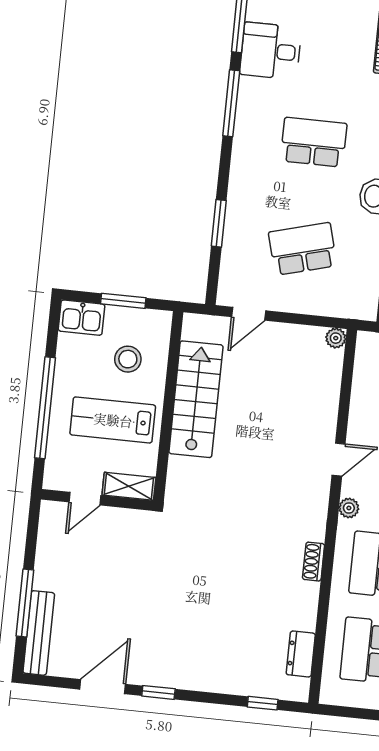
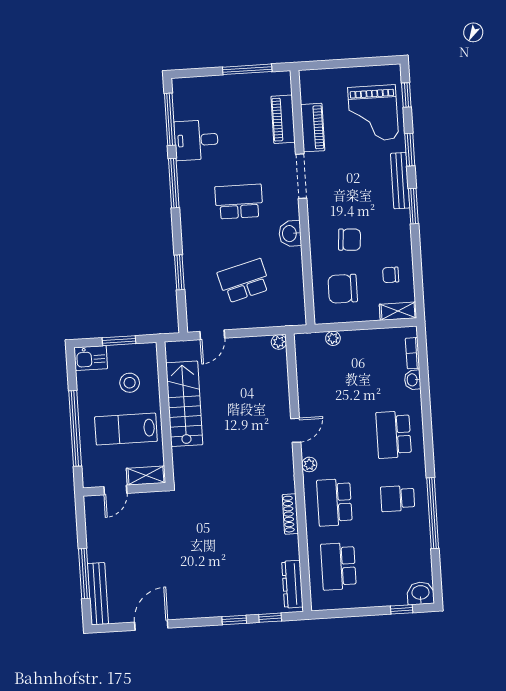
shoe rack: (314, 562) -> (290, 514), width x1.43
dresser: (301, 654) -> (292, 584), width x1.44
window: (158, 692) -> (234, 620), moved

